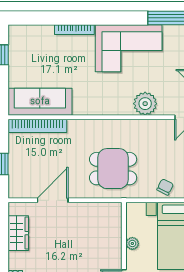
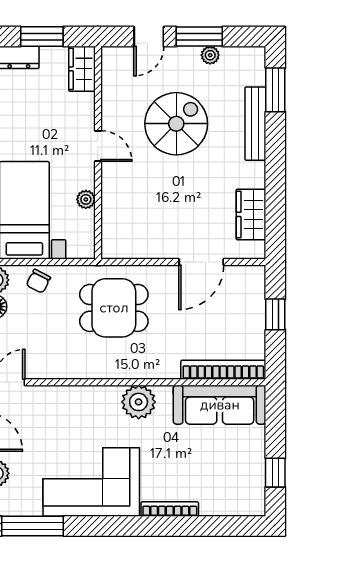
plant: (145, 104) -> (139, 402), moved

